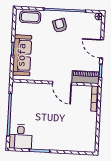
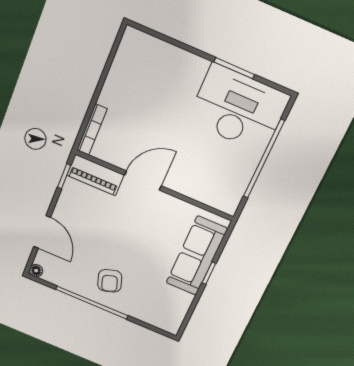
coffee table: (30, 17) -> (157, 314), removed
door: (102, 49) -> (42, 232), moved
door: (62, 83) -> (143, 181), hinge flipped
desk: (21, 137) -> (238, 109), width x1.87, depth x1.30

